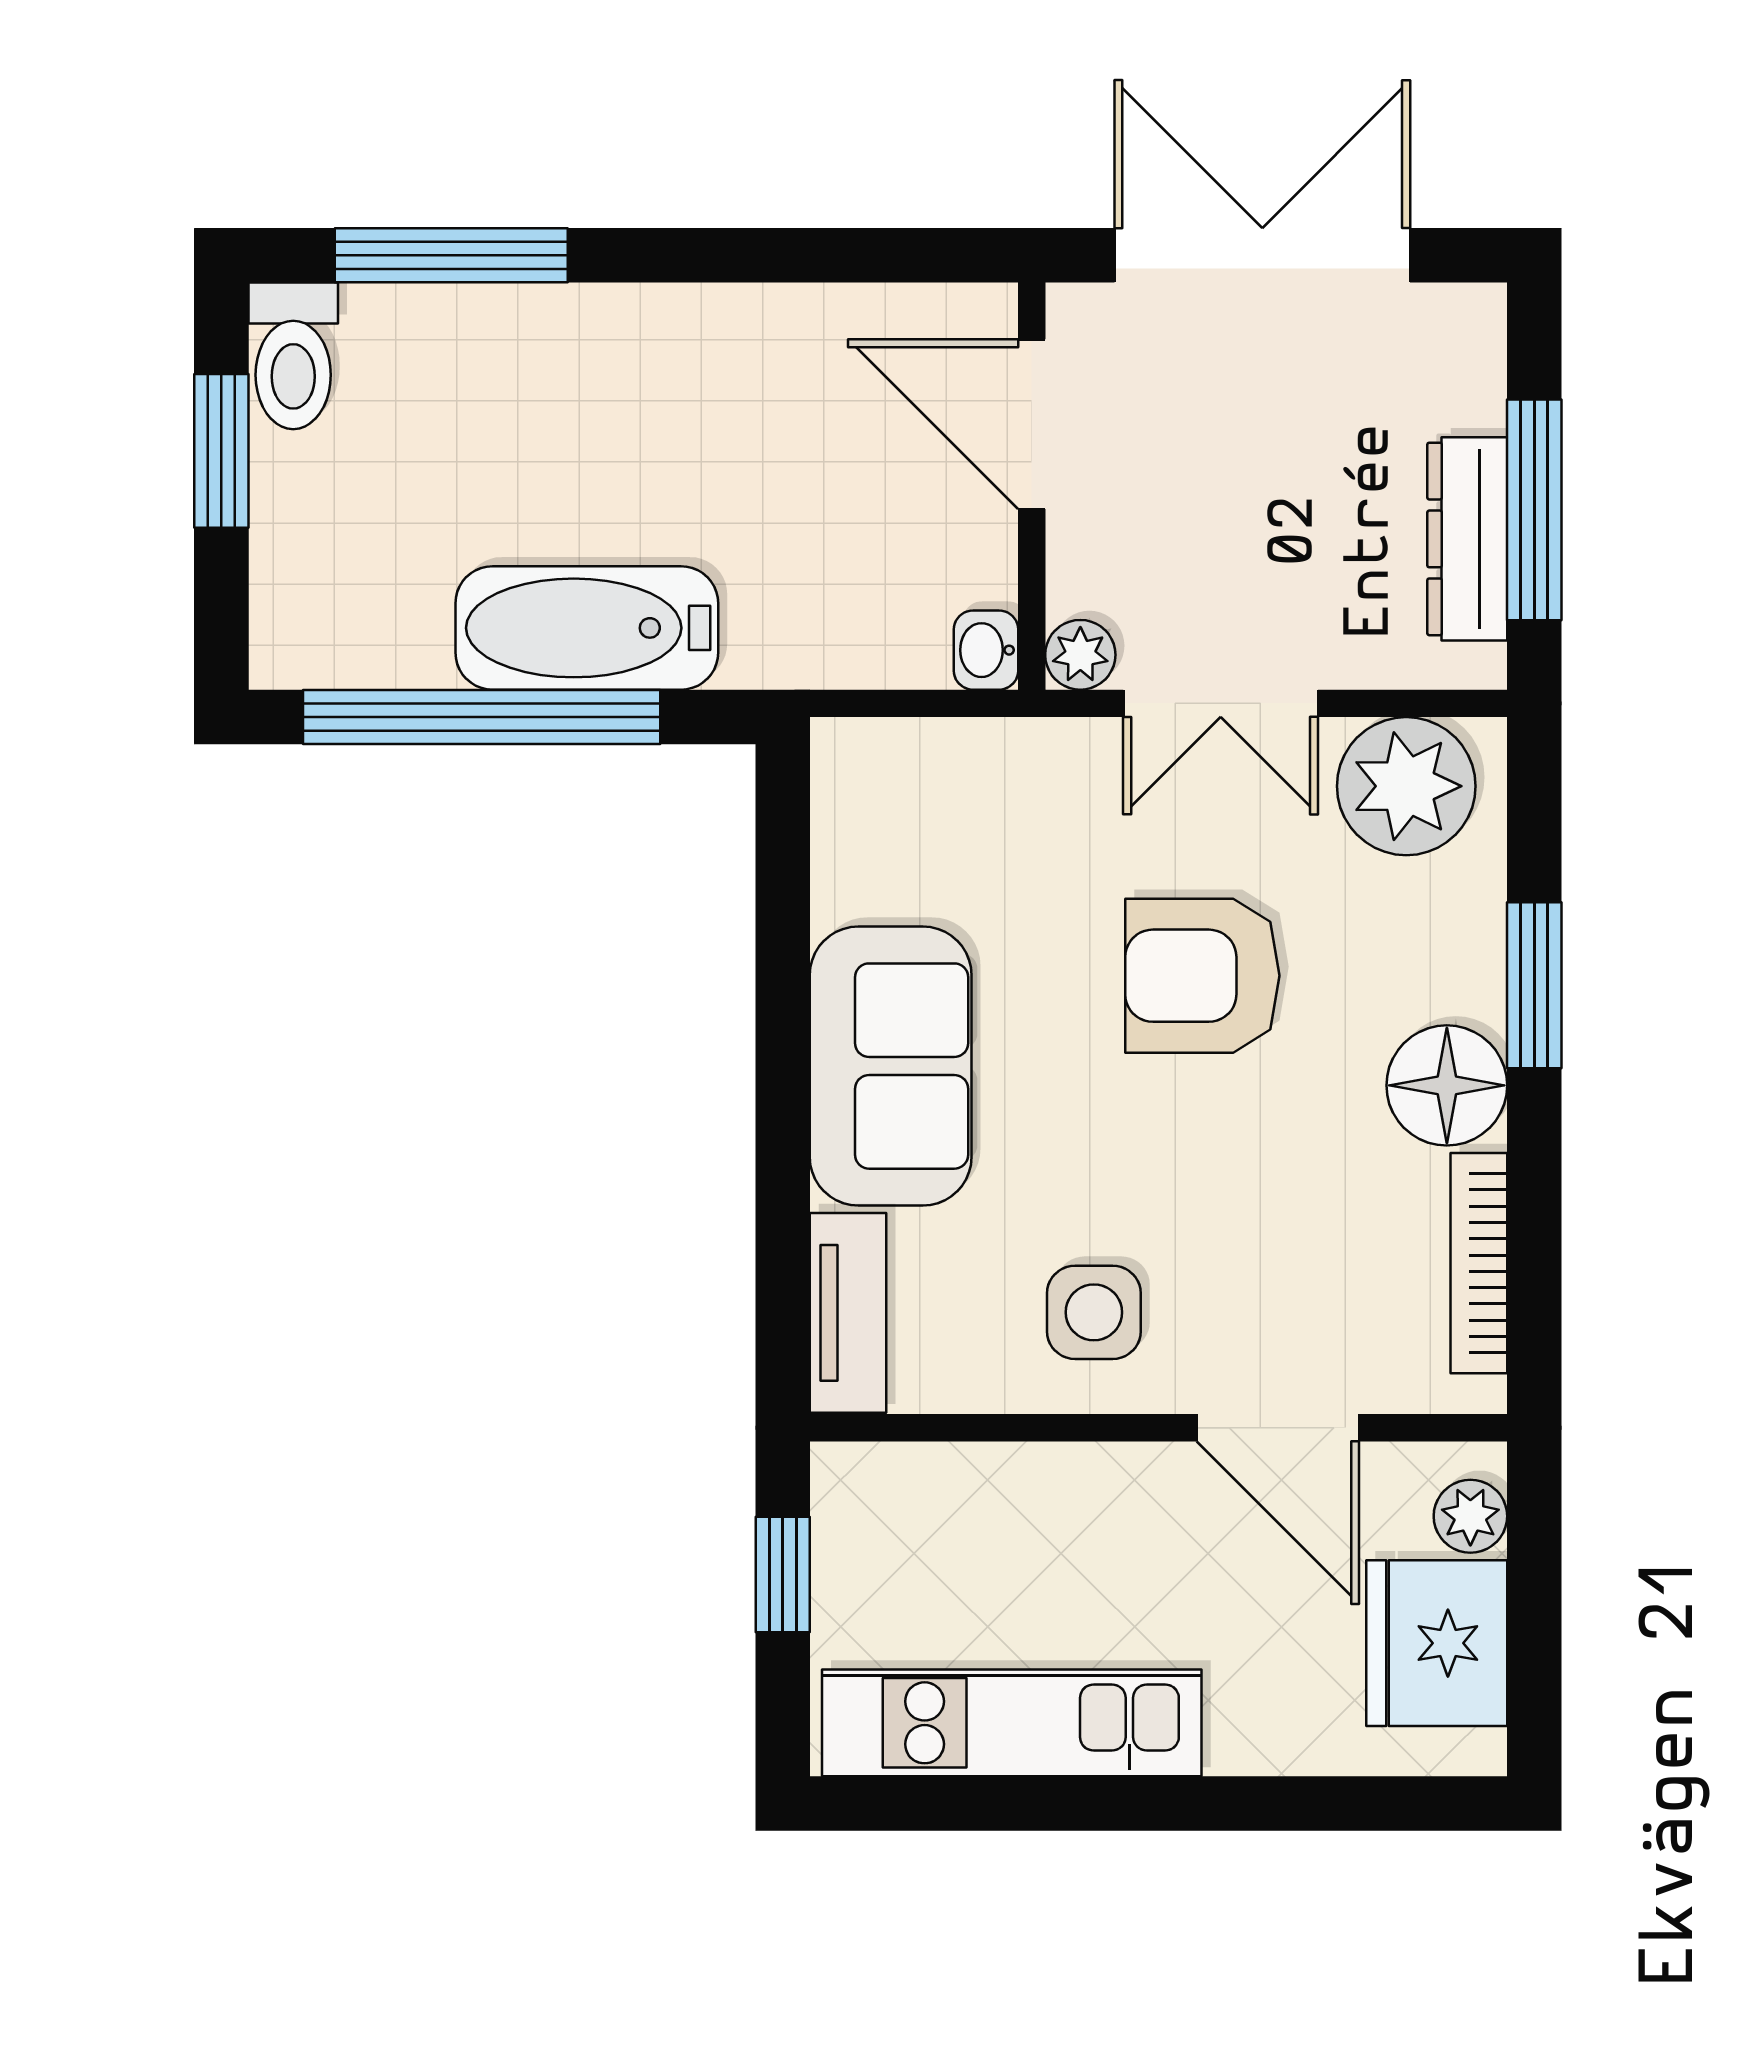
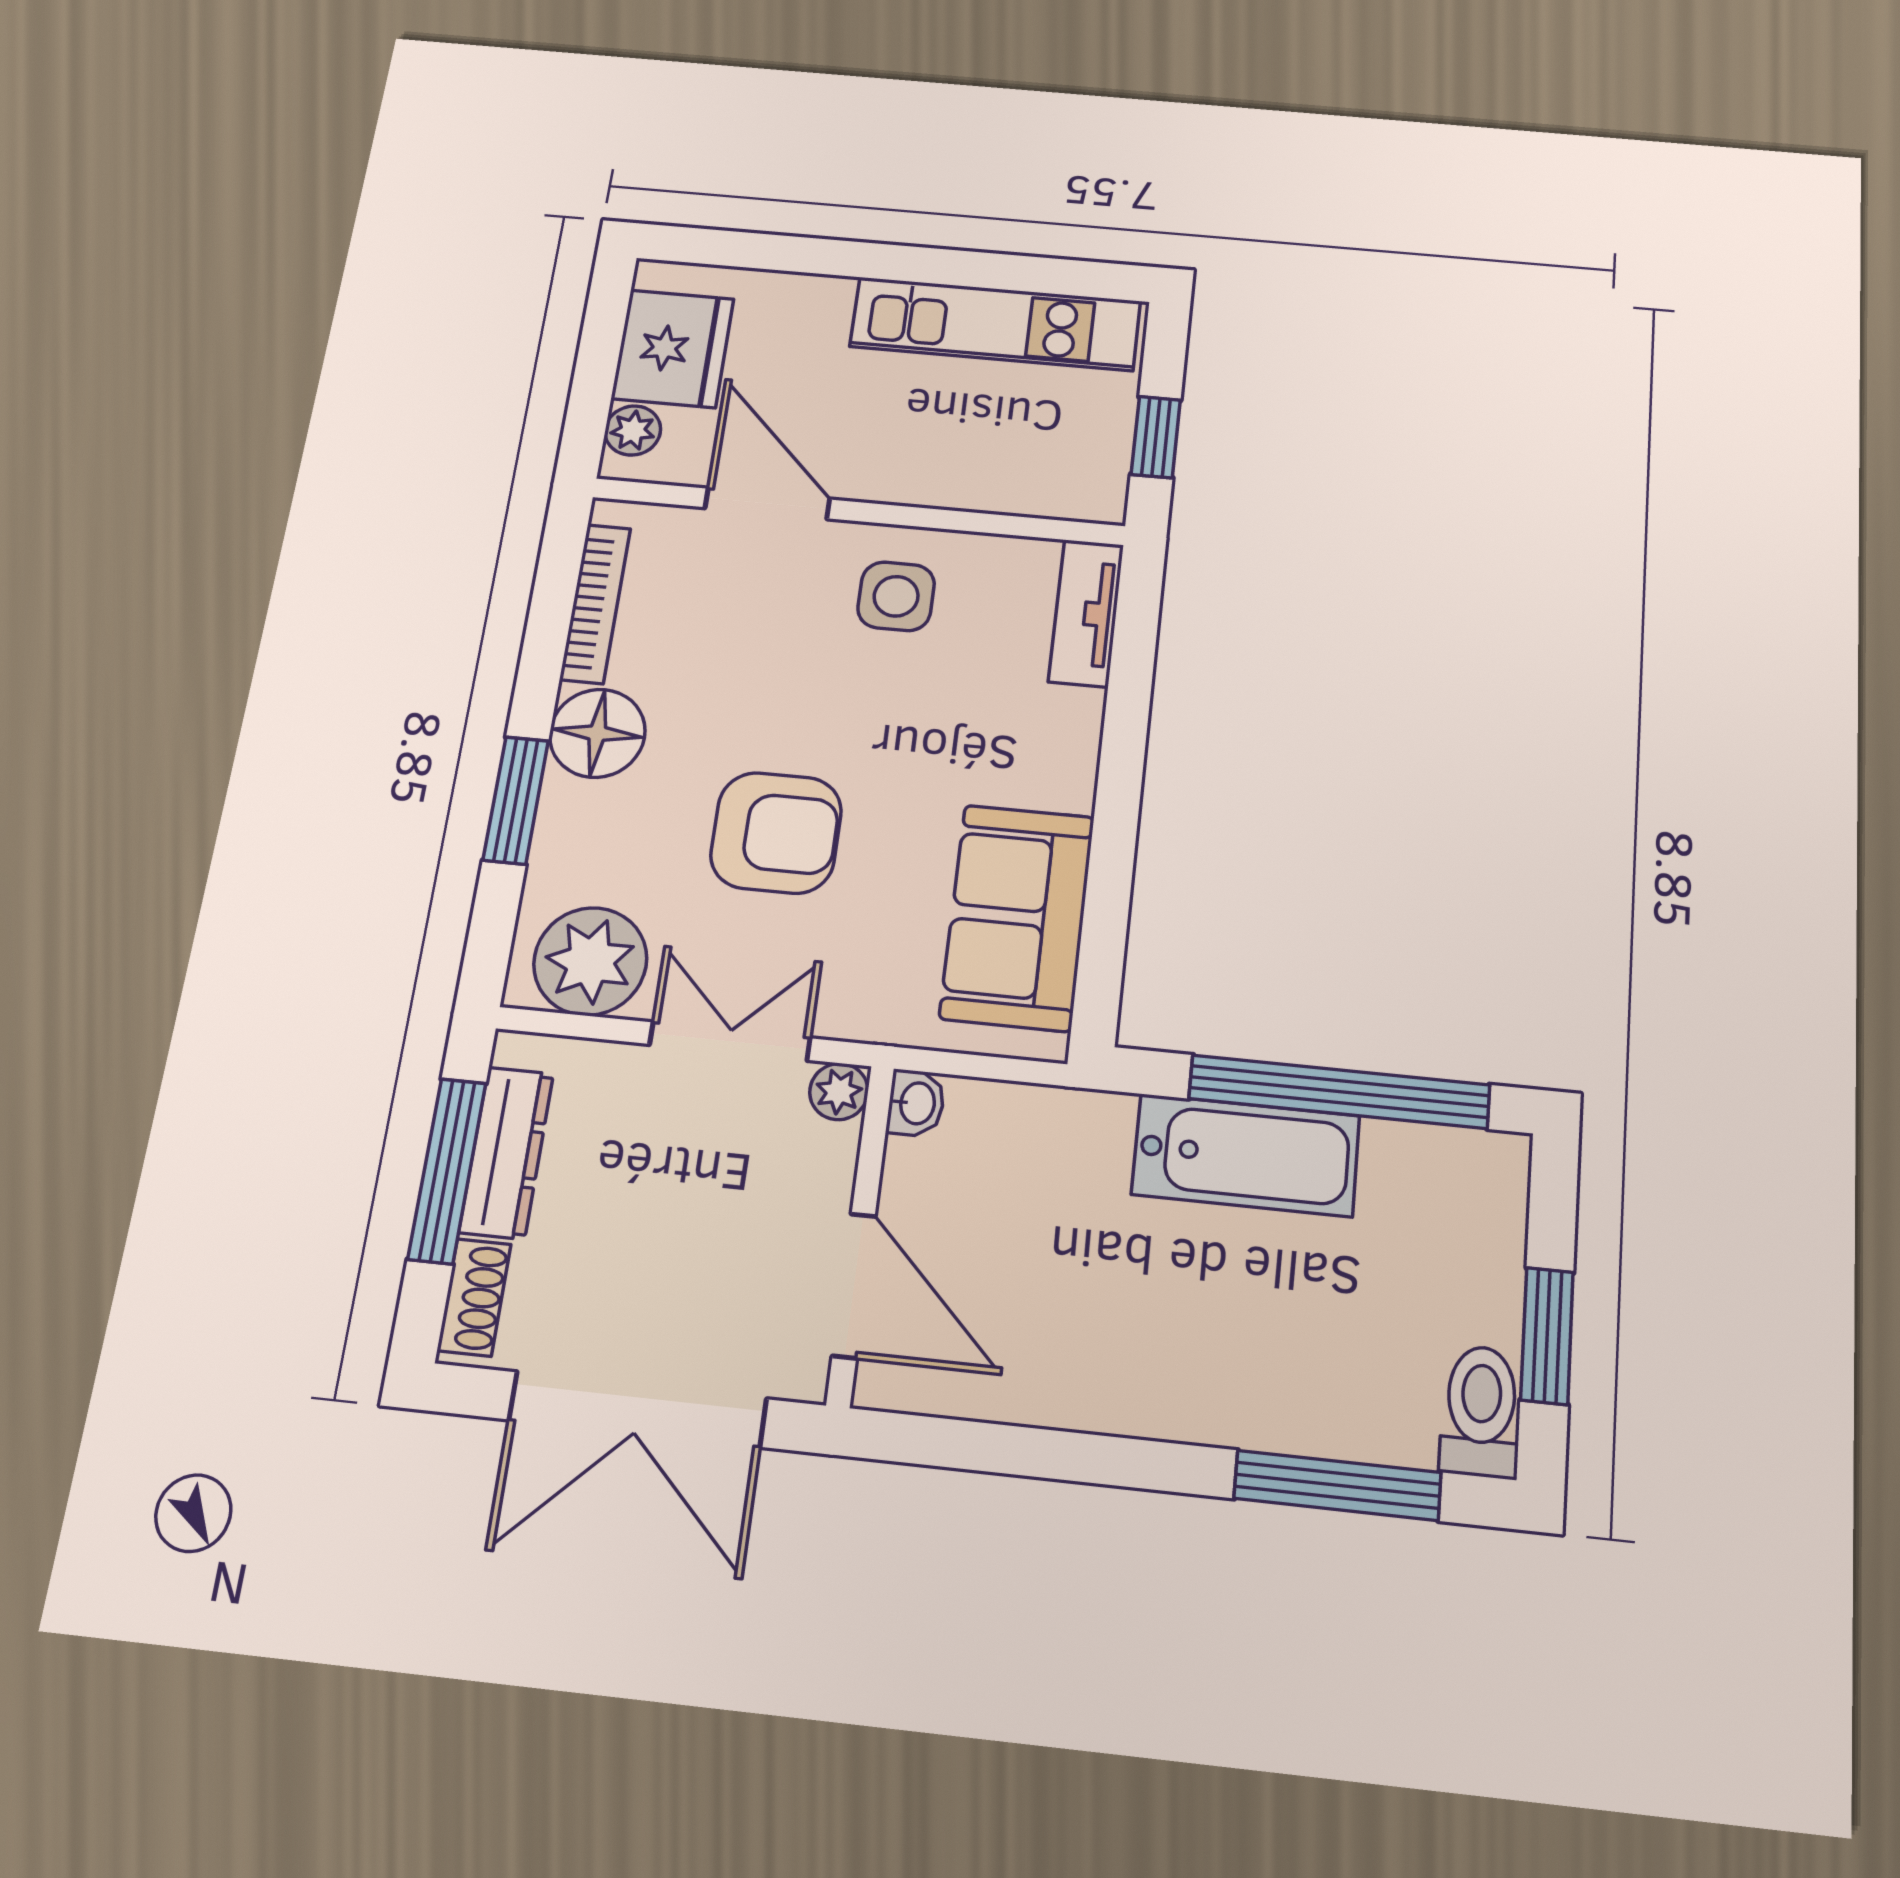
shoe rack: (1475, 364) -> (474, 1297), added
sofa: (891, 1066) -> (1017, 917), moved

